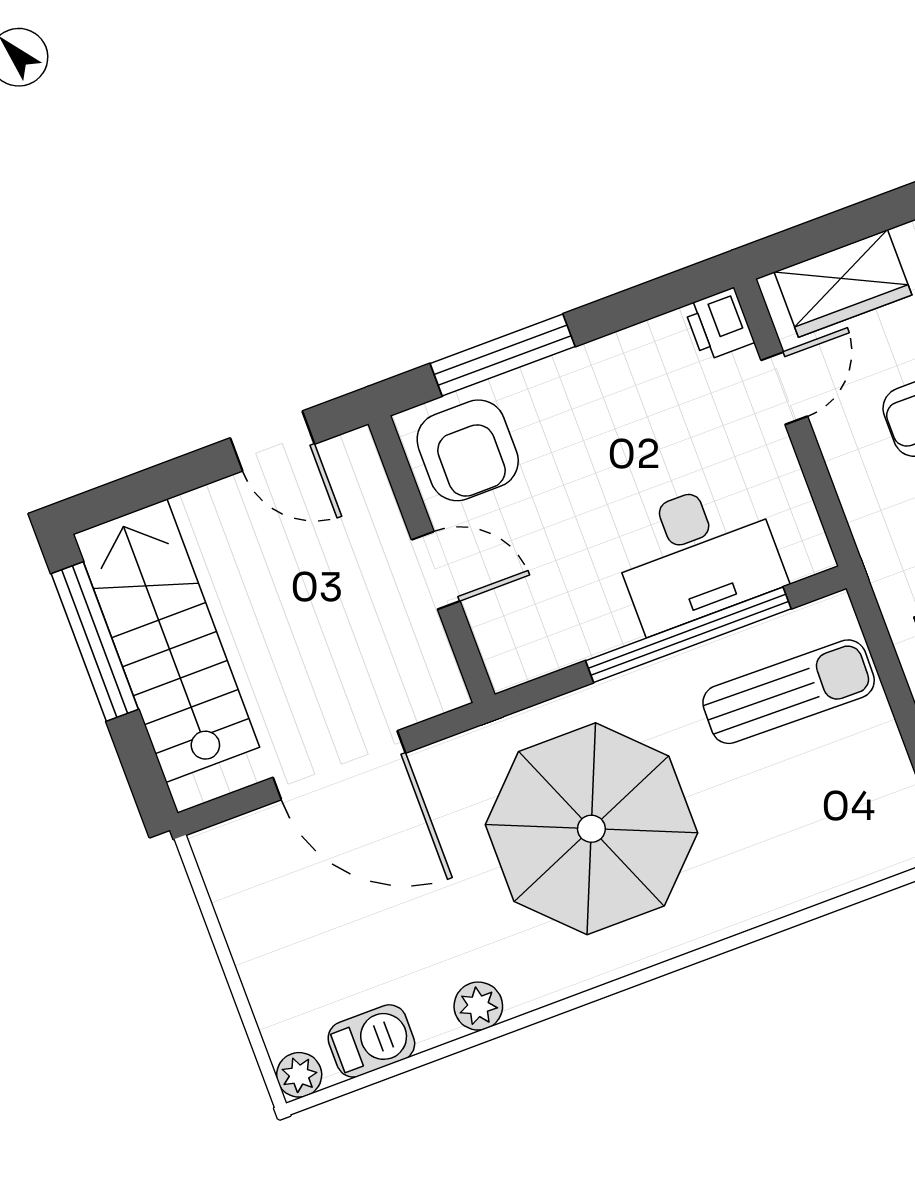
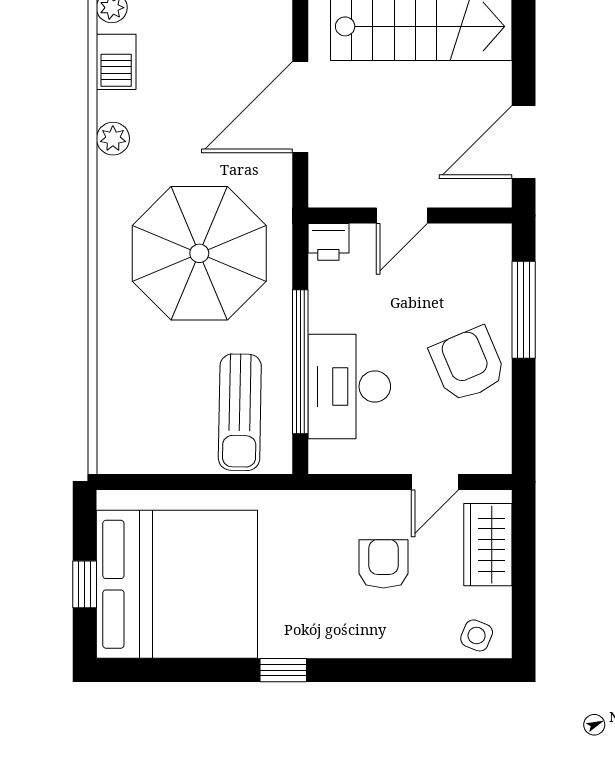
printer: (719, 324) -> (328, 242), moved, turned 180
door: (784, 388) -> (435, 482), hinge flipped
door: (272, 441) -> (524, 142), width x1.38
armchair: (468, 450) -> (468, 364), moved, turned 67

